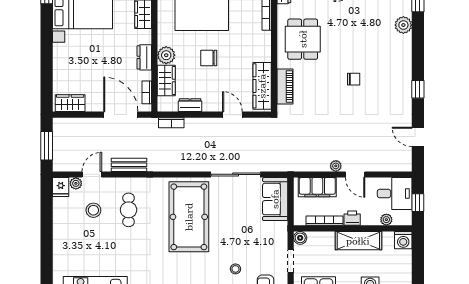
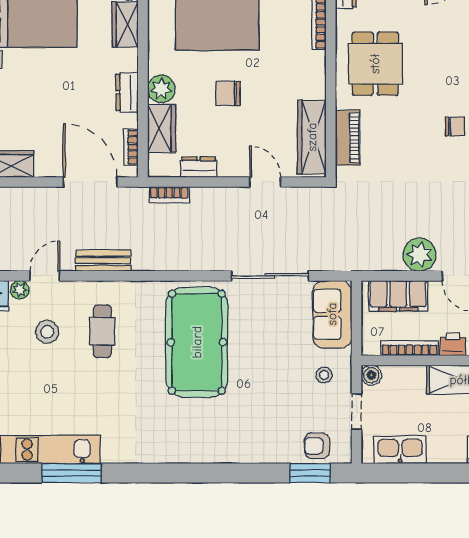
plant: (336, 166) -> (419, 255), width x1.88, depth x1.88
stool: (235, 269) -> (324, 375), moved

